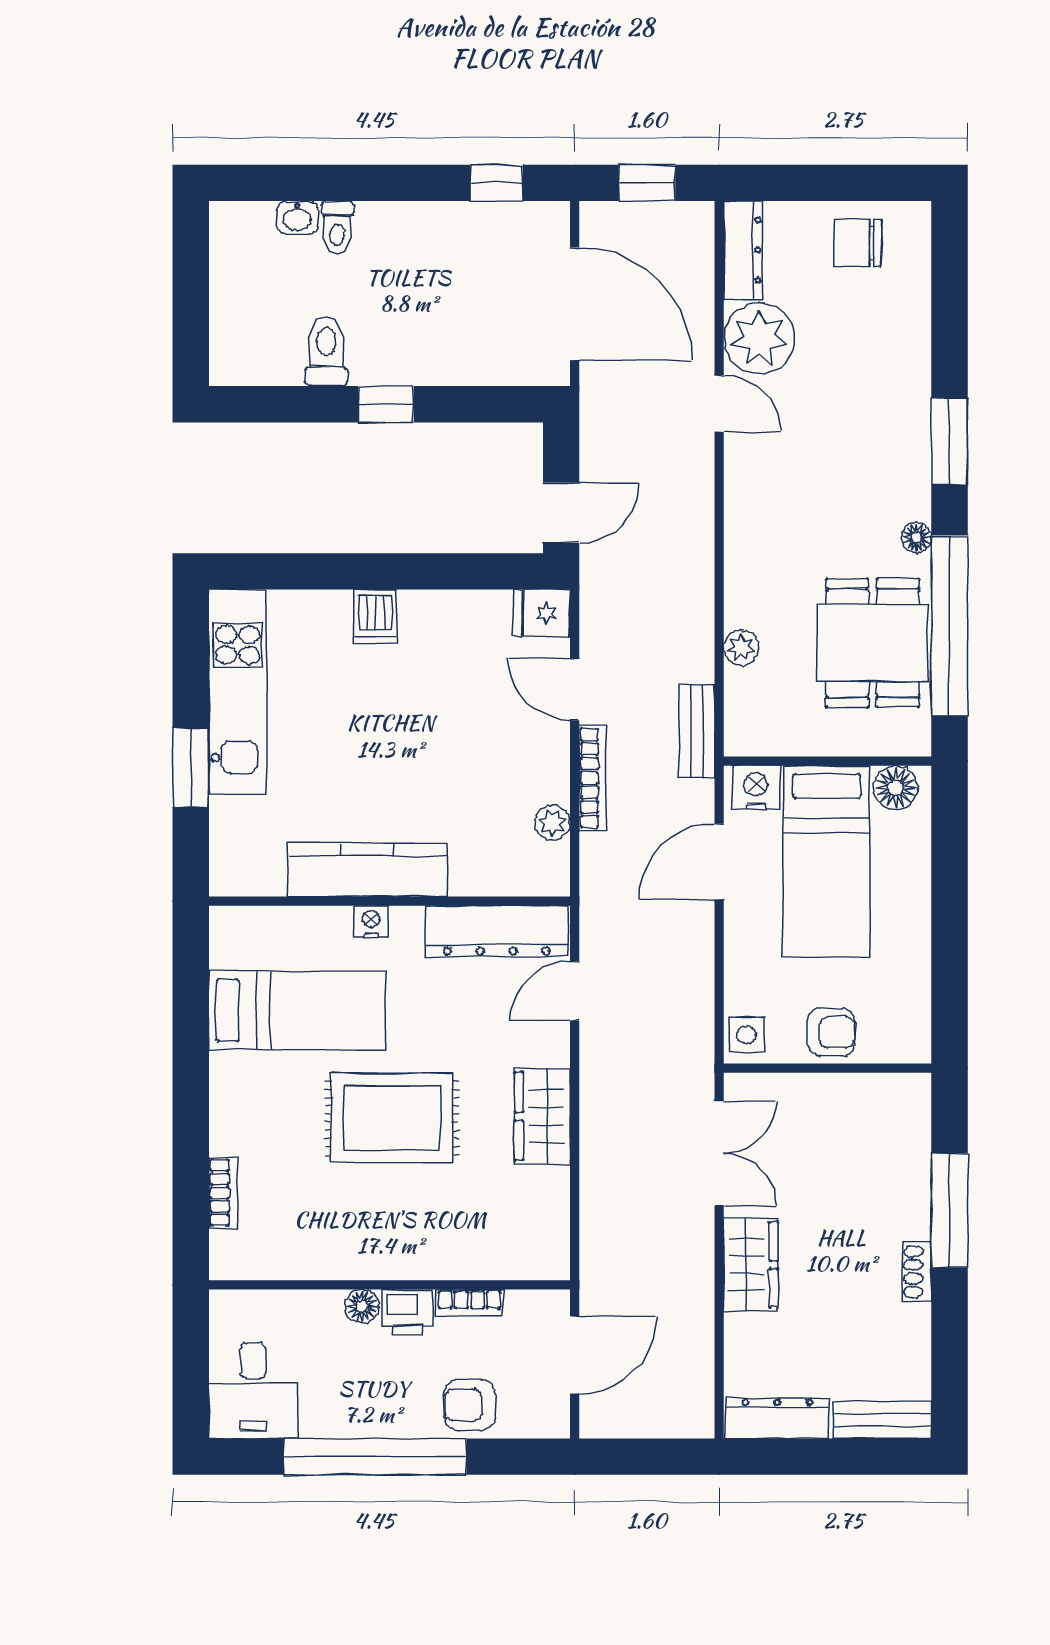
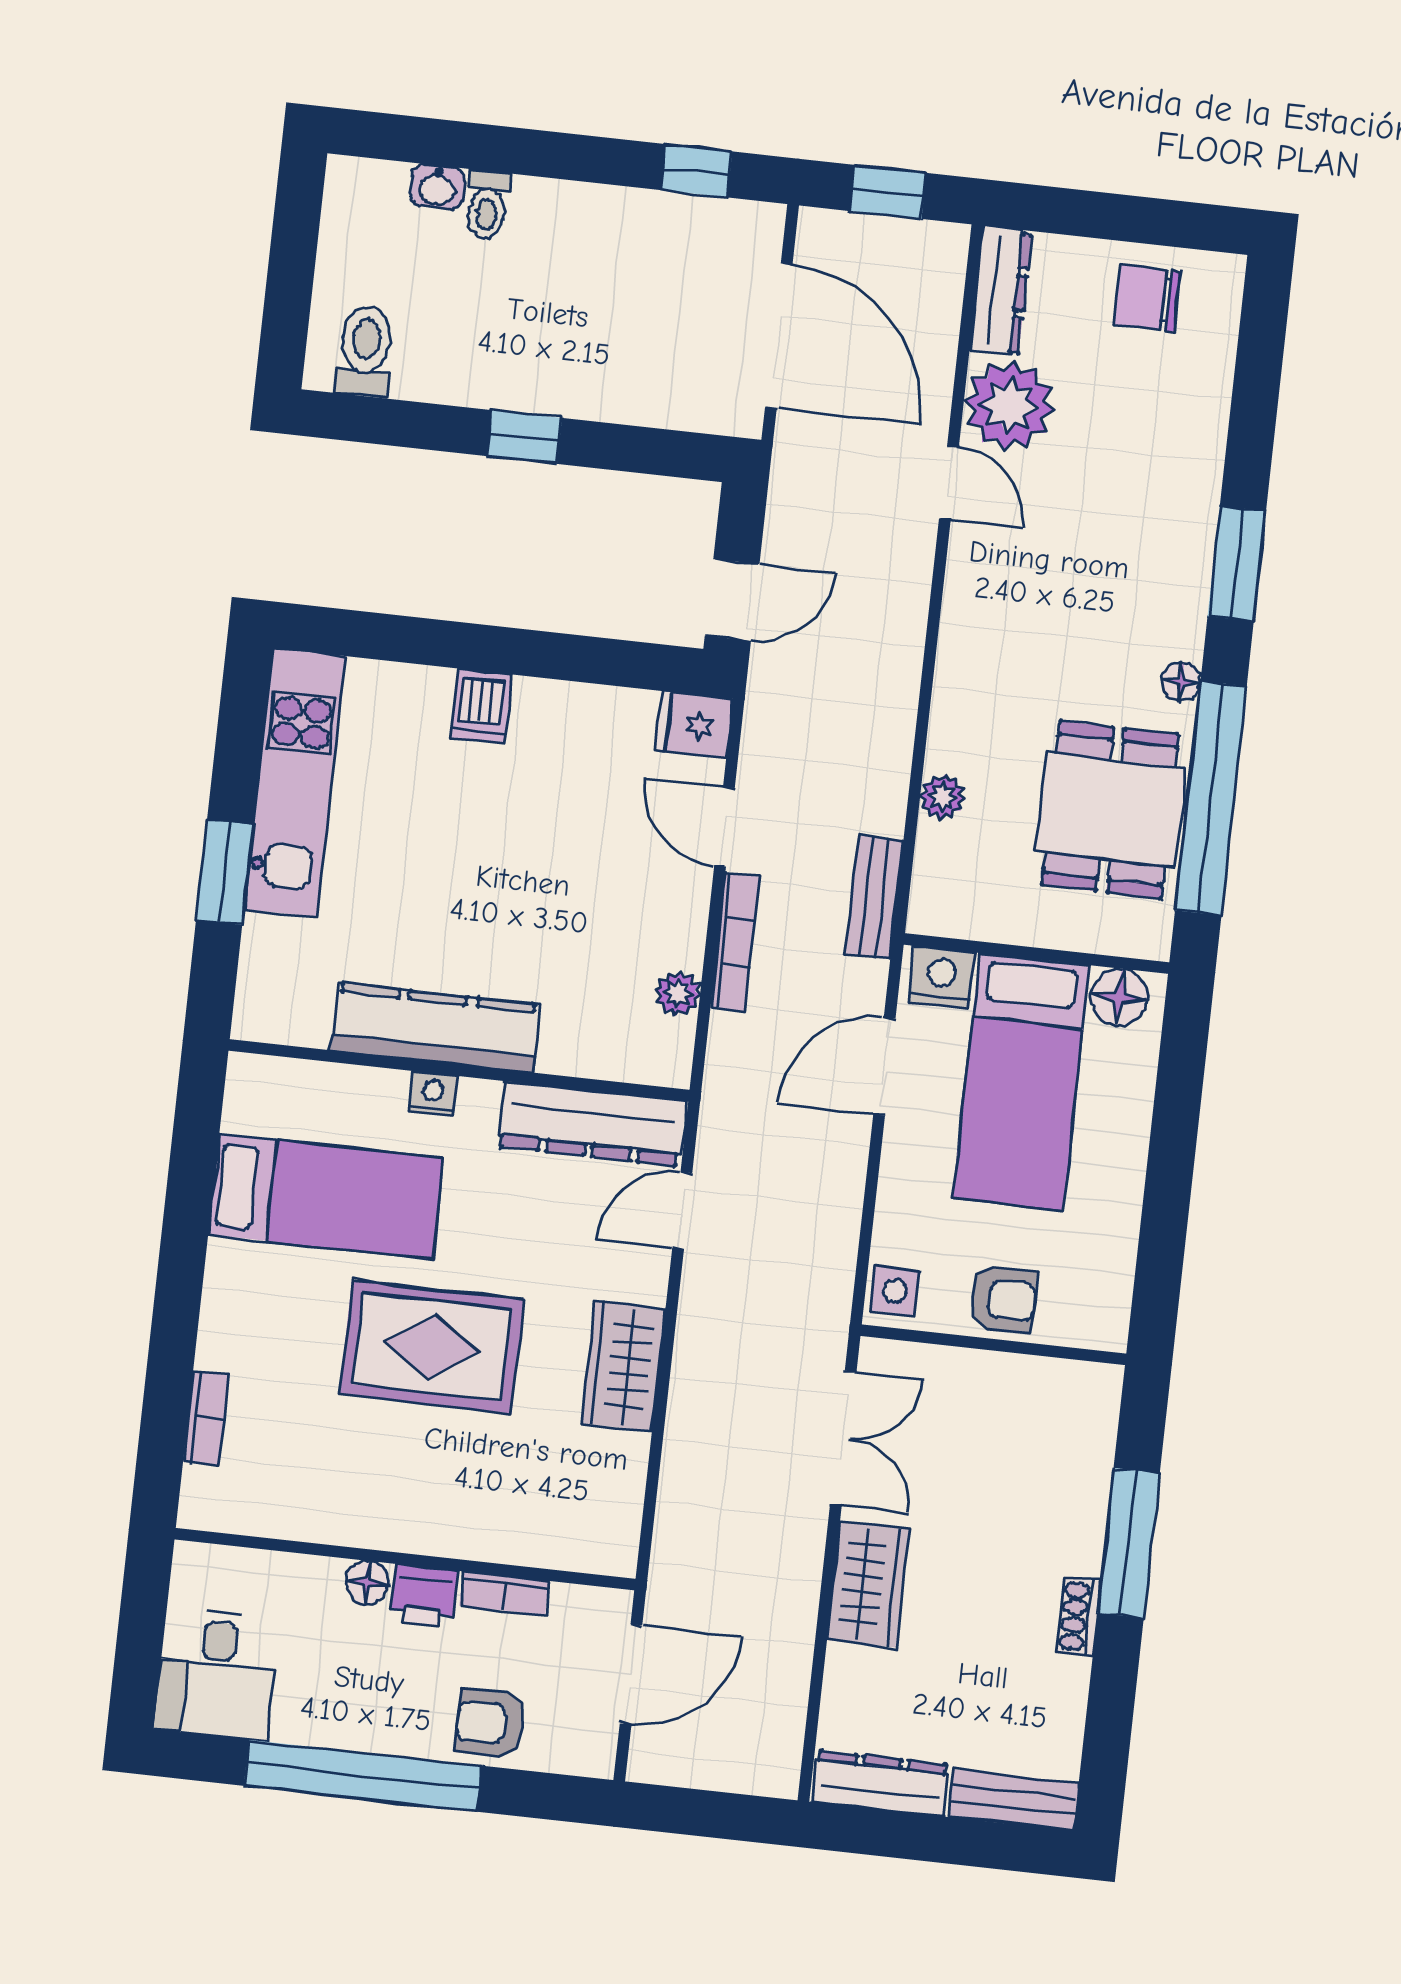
toilet: (326, 351) -> (365, 351), moved

